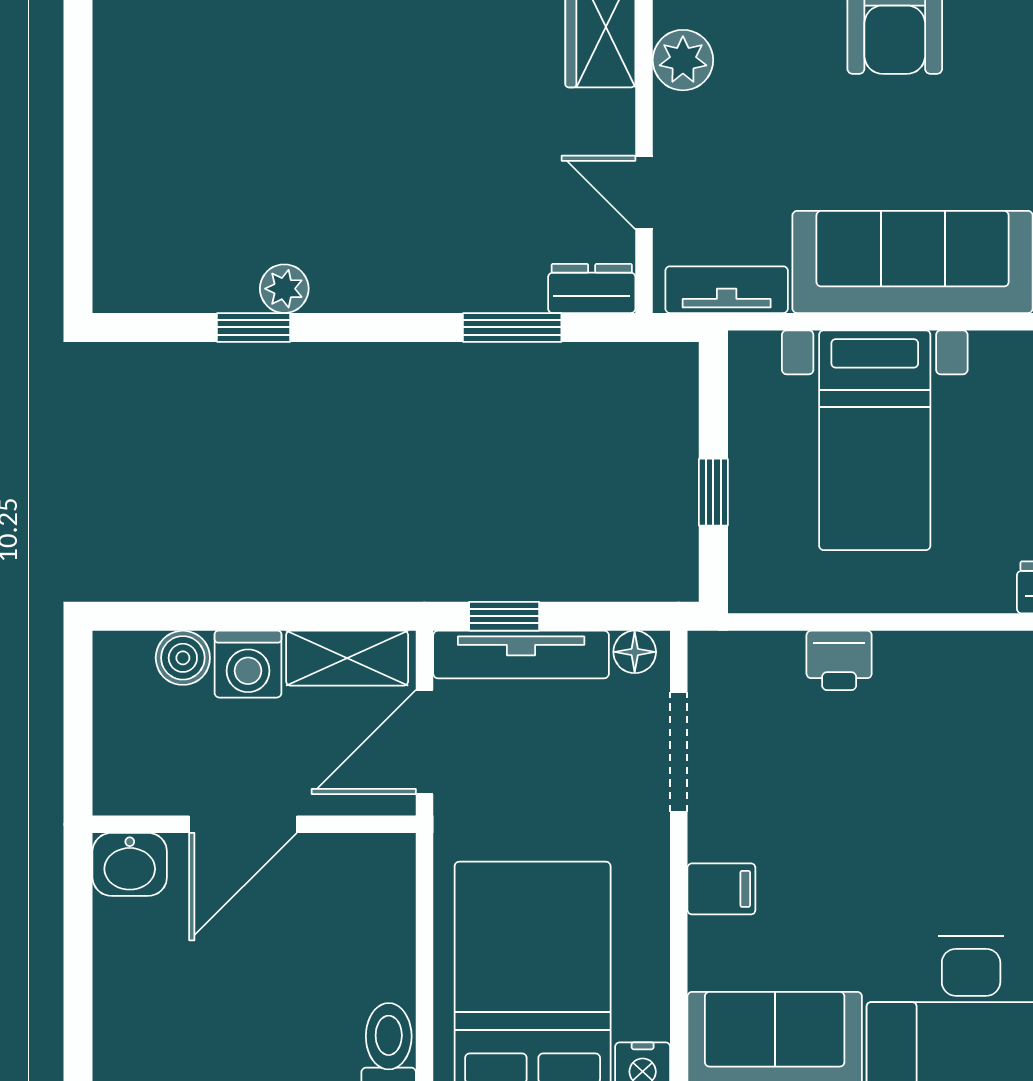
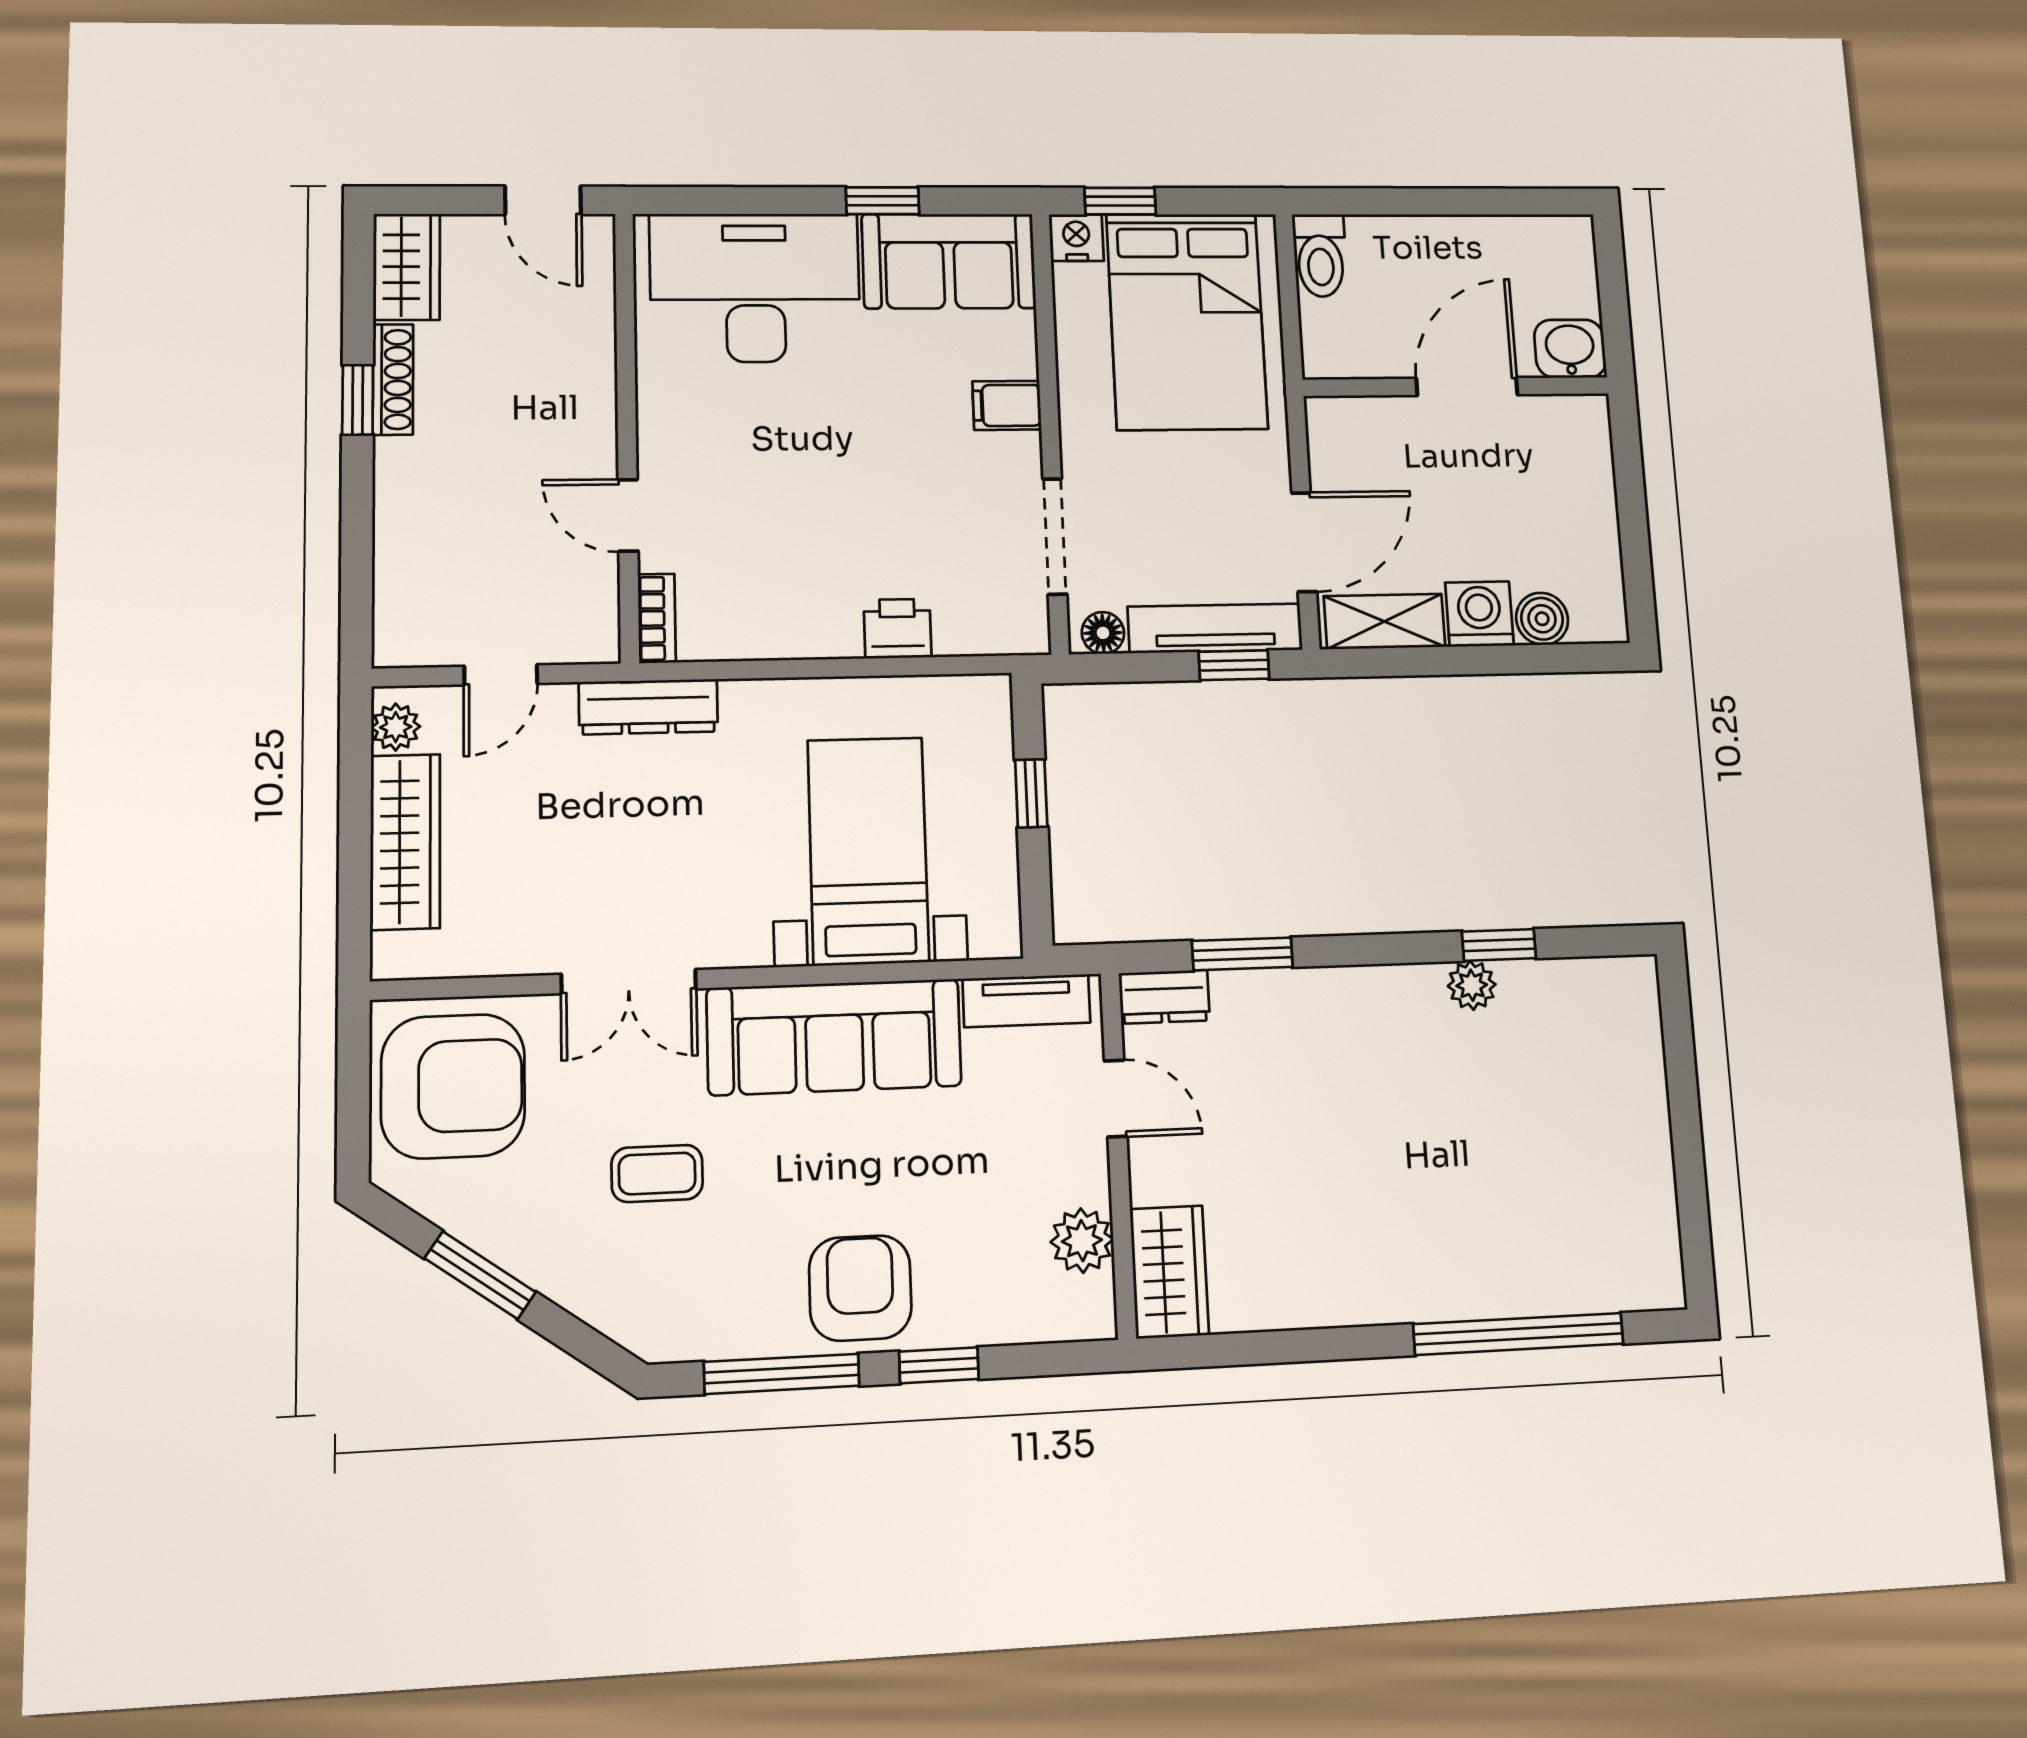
door: (243, 824) -> (1467, 387), moved
wall: (254, 824) -> (1456, 387), moved
washbasin: (130, 864) -> (1570, 349), moved

